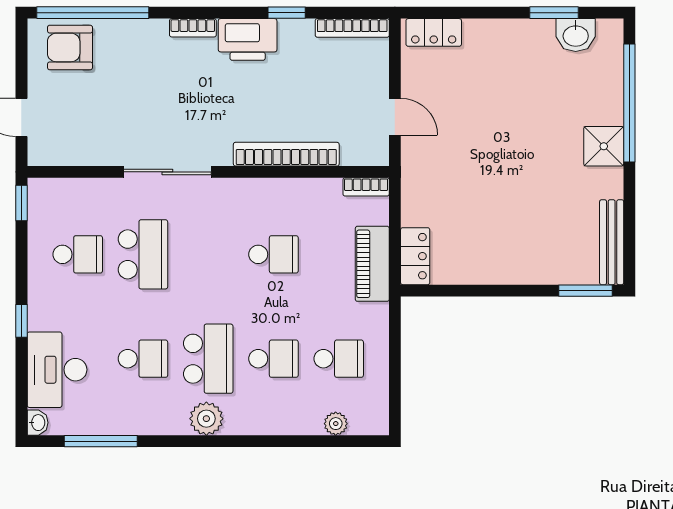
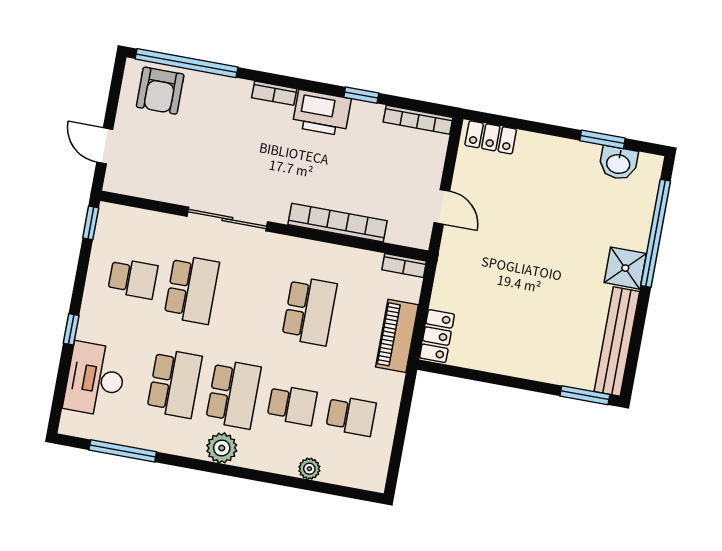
armchair: (70, 47) -> (160, 91), turned -90
bench: (612, 242) -> (617, 341), width x1.37, depth x1.21
school desk: (273, 254) -> (309, 311), width x1.85
school desk: (143, 359) -> (174, 383), width x1.85
washbasin: (38, 423) -> (69, 424), removed
plant: (336, 424) -> (309, 469), moved

